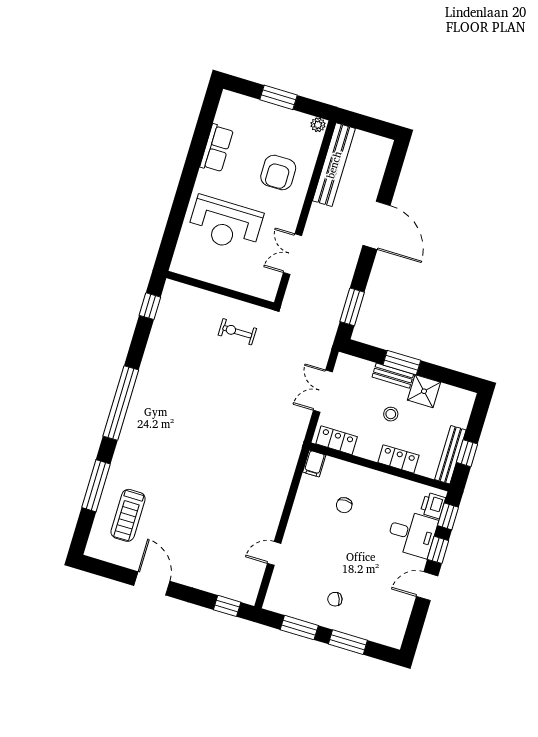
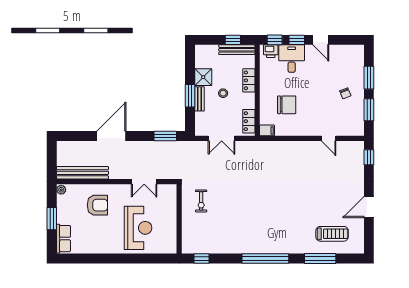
row of seats: (217, 148) -> (64, 239), moved, turned 90
chair: (344, 505) -> (287, 105), width x1.87, depth x1.87

